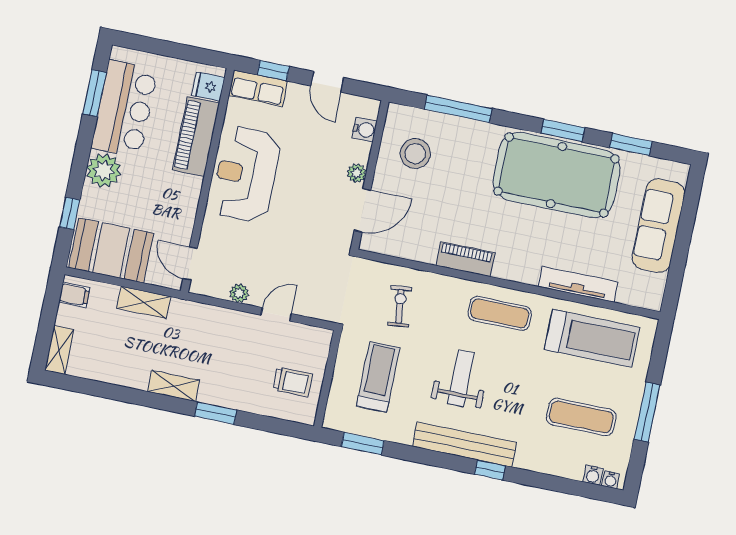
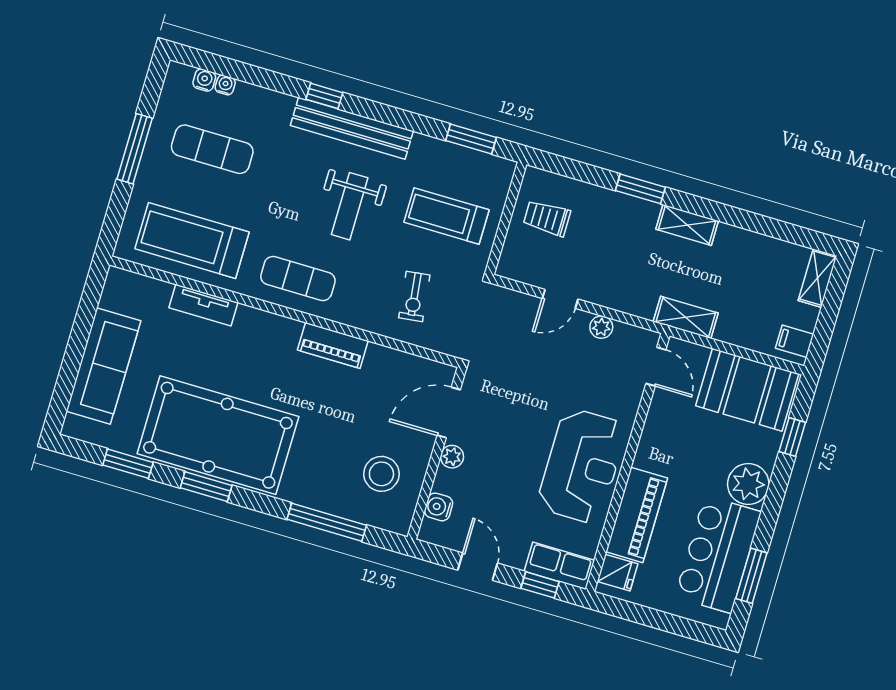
tv unit: (578, 284) -> (203, 305), width x0.71
shelving: (144, 302) -> (686, 317), moved
treadmill: (378, 377) -> (446, 216), turned 90
water cooler: (611, 480) -> (225, 85), moved

